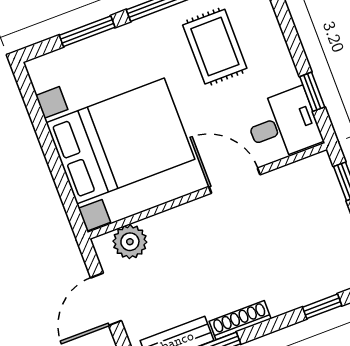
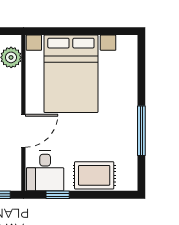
window: (87, 31) -> (141, 79), removed
rug: (215, 47) -> (94, 175), moved

